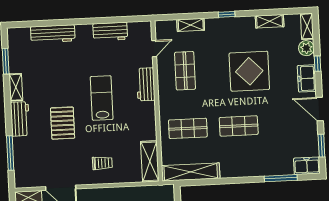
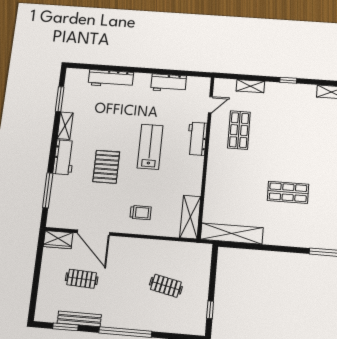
display table: (249, 71) -> (305, 138), removed
shop shelf: (188, 128) -> (235, 188), removed

